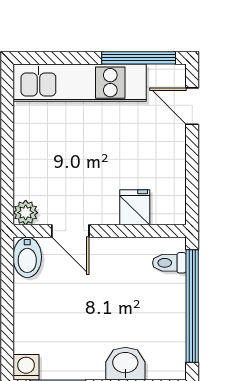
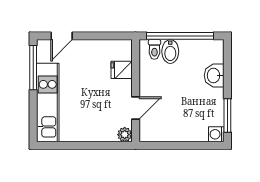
bidet: (27, 257) -> (170, 51), moved, turned 90

